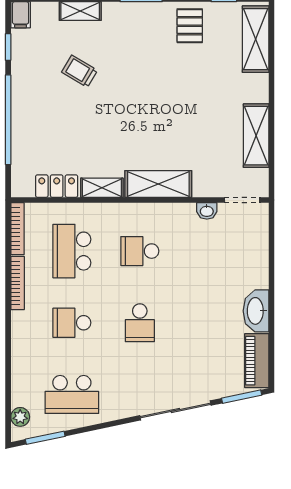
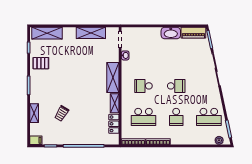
school desk: (140, 251) -> (143, 86), turned 90
school desk: (72, 394) -> (209, 117), turned 90

